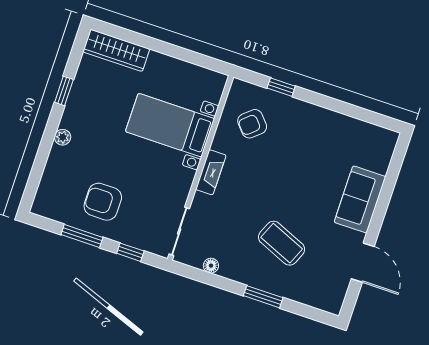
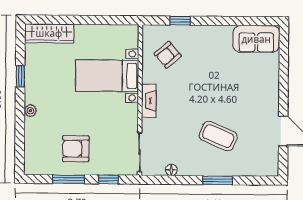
sofa: (360, 199) -> (256, 39), moved, turned -90

